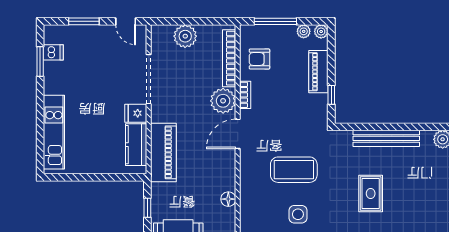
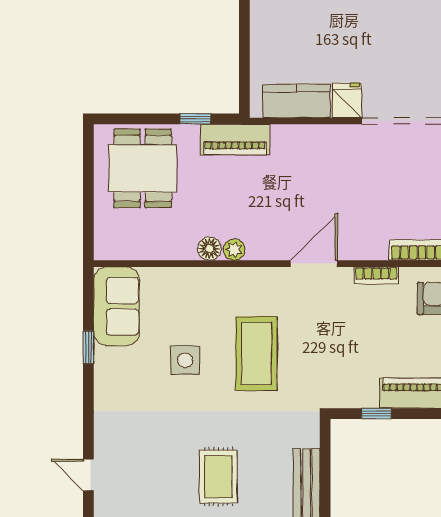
plant: (223, 101) -> (234, 250), moved, width x0.53, depth x0.53
door: (238, 134) -> (314, 264), hinge flipped
piano: (163, 152) -> (235, 140), moved, width x0.73, depth x0.75
rug: (371, 193) -> (218, 477), turned 90

